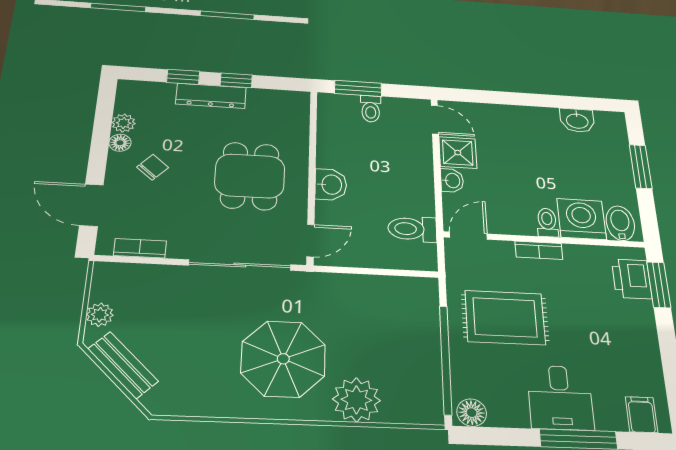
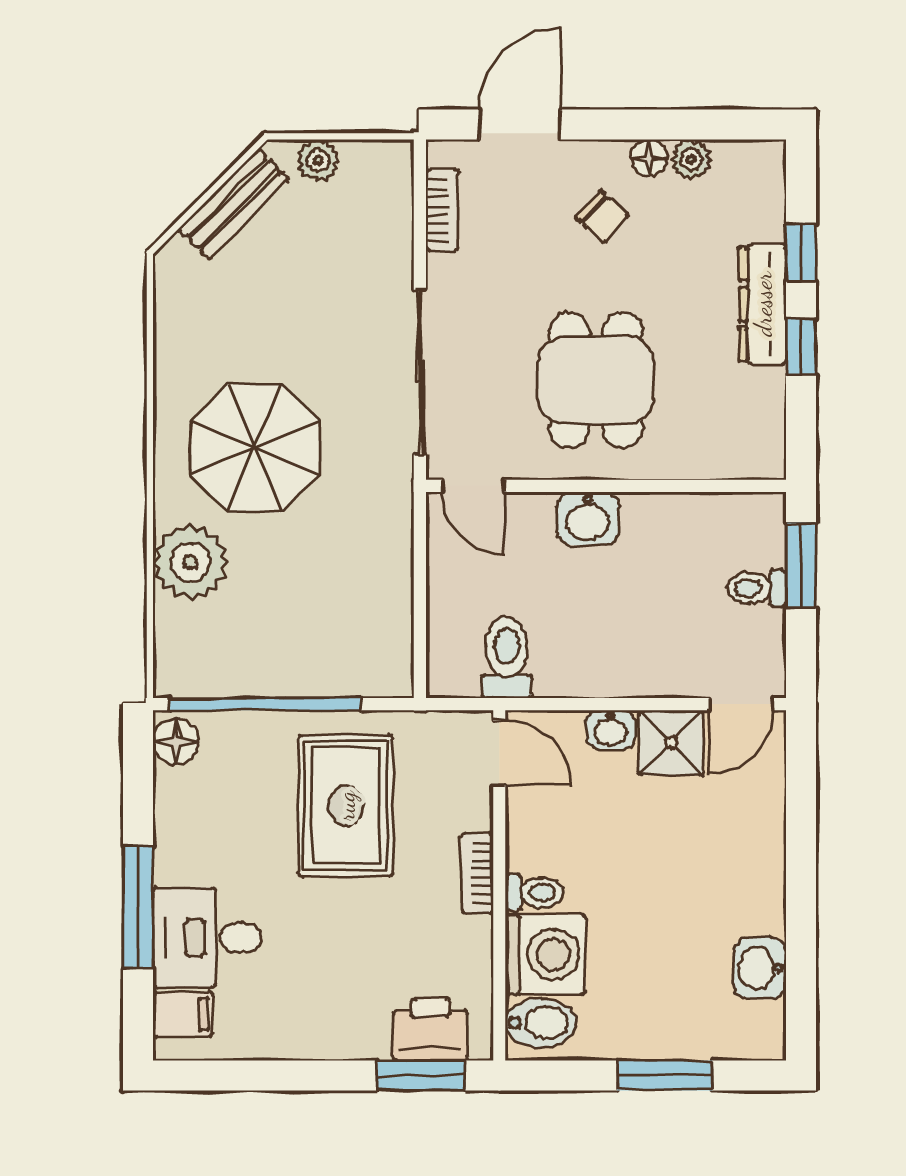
dining table: (250, 176) -> (596, 380), turned 90
desk: (560, 397) -> (207, 938), moved

